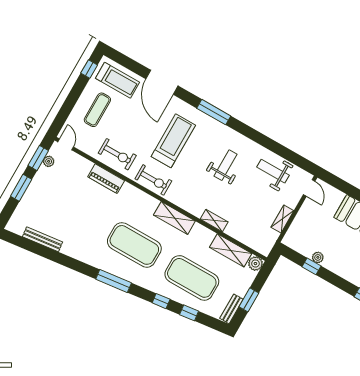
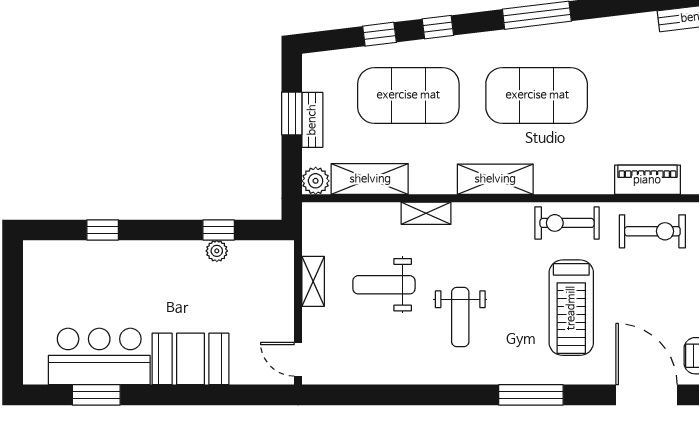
exercise bike: (117, 154) -> (652, 231), turned 180
weight bench: (273, 171) -> (384, 285), moved, turned 180
bench: (231, 309) -> (312, 120), moved

